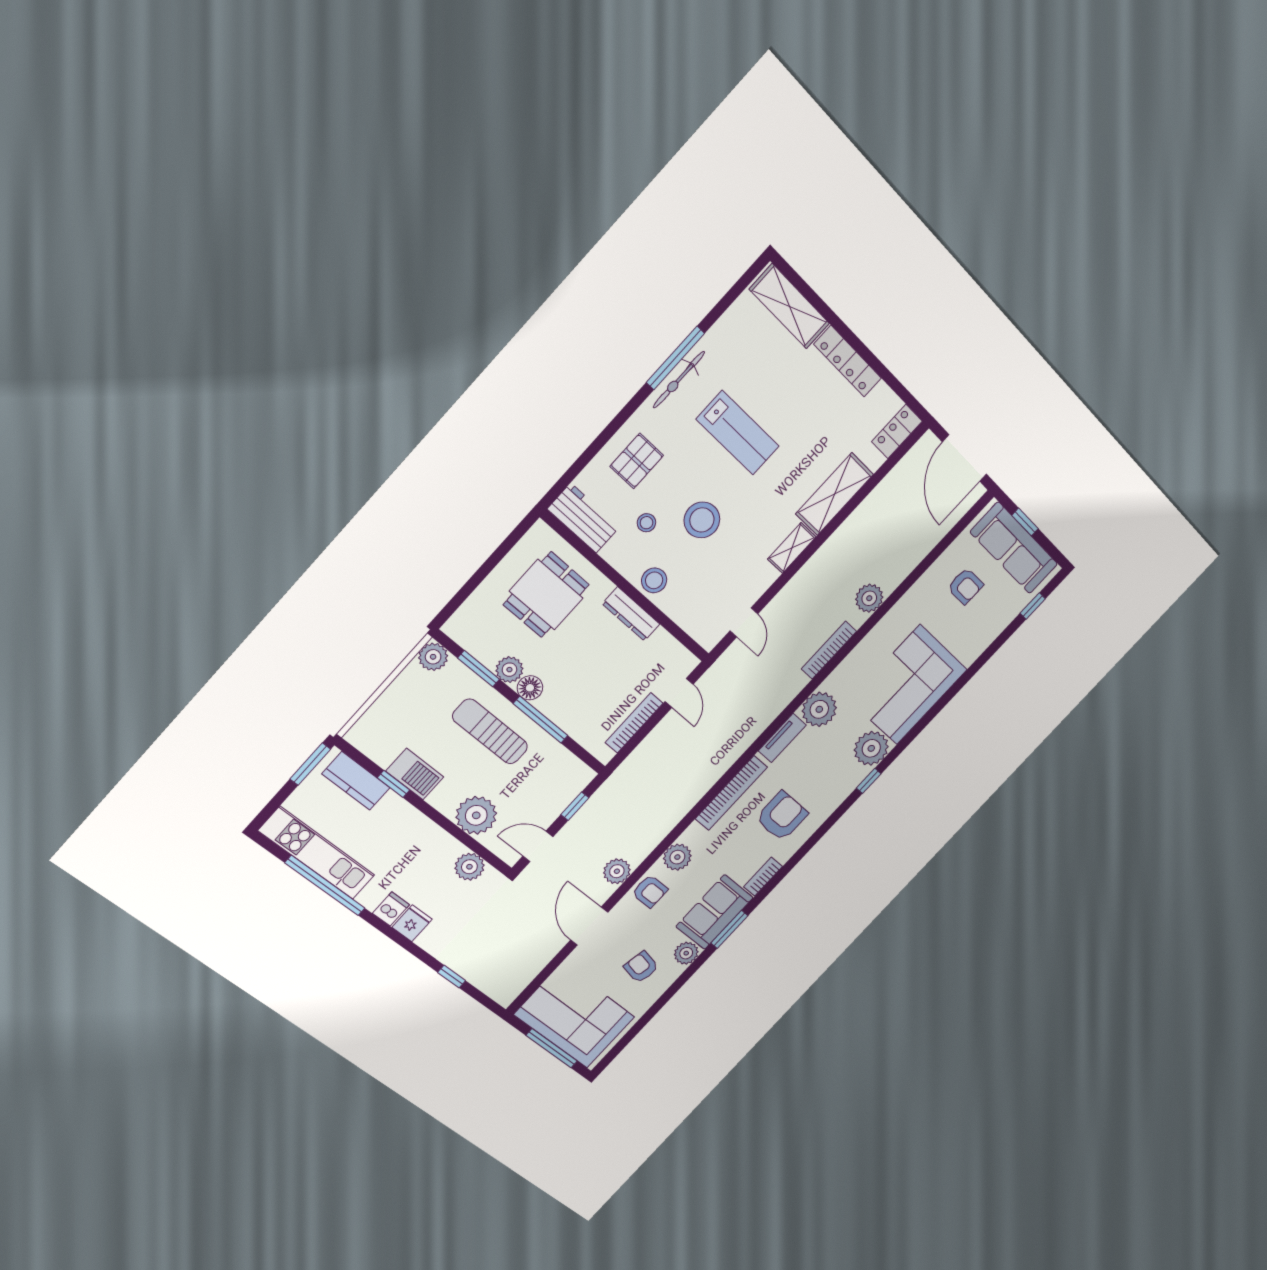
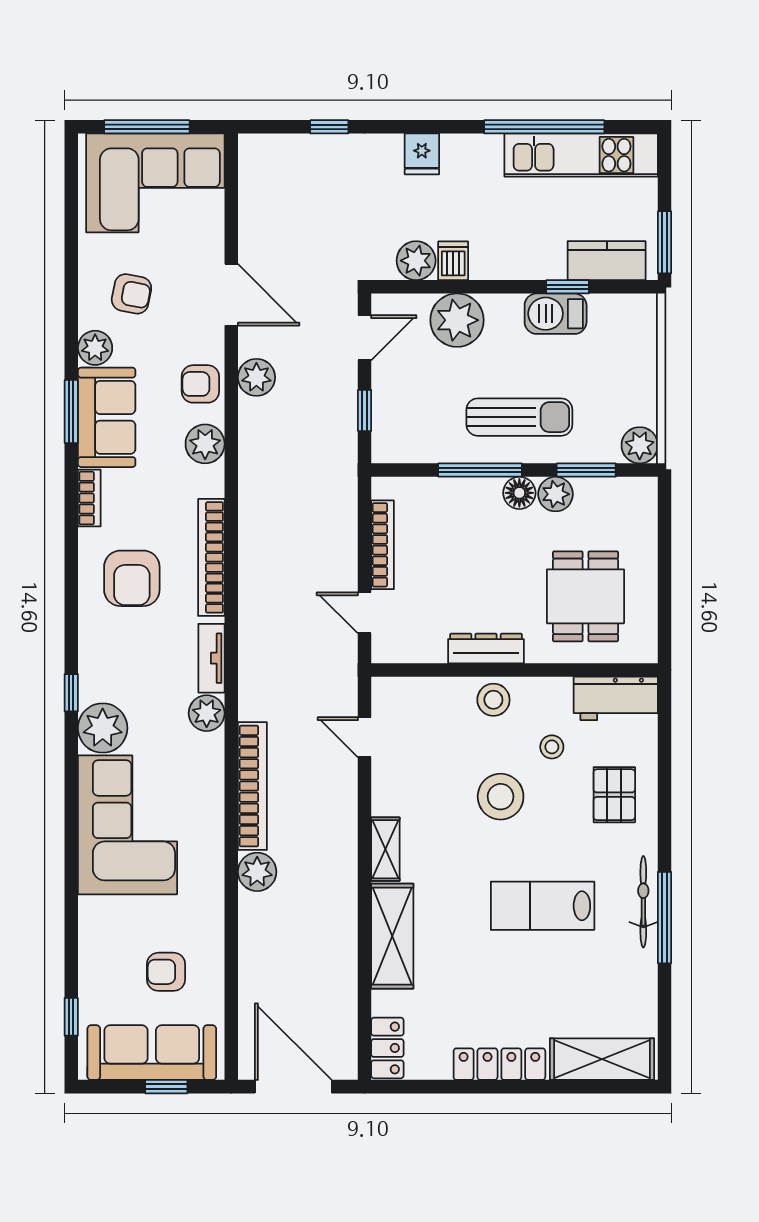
bookcase: (829, 650) -> (252, 786), width x1.48, depth x1.31
plant: (819, 709) -> (207, 713), width x0.73, depth x0.73
dishwasher: (391, 909) -> (453, 261), moved, turned 180

